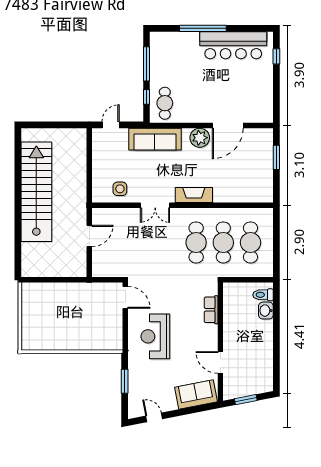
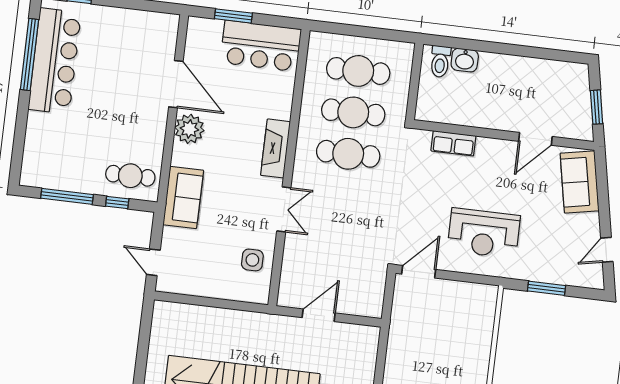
window: (203, 28) -> (29, 54), moved
sofa: (155, 139) -> (183, 197), width x0.73
bar counter: (259, 177) -> (261, 46), added
door: (89, 236) -> (319, 315), hinge flipped

